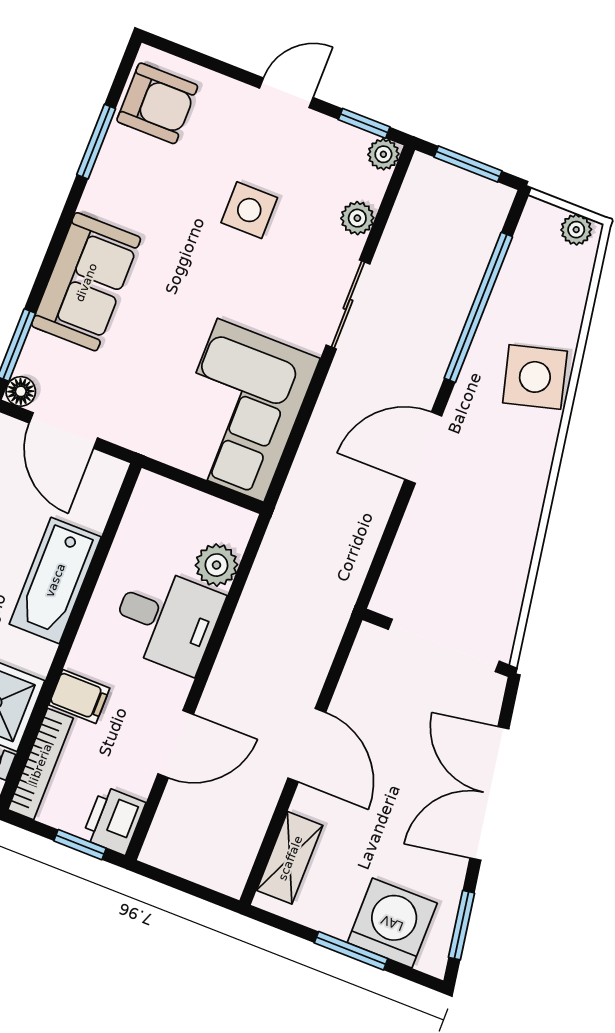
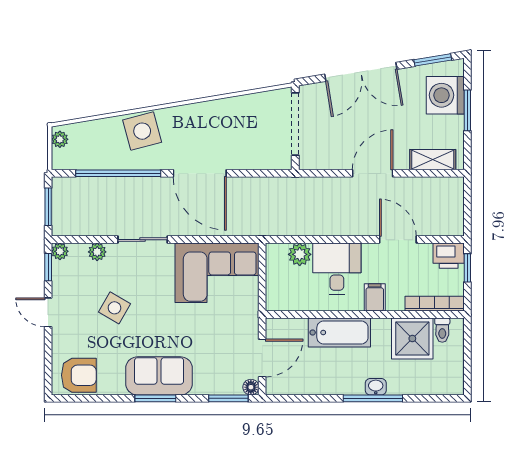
armchair: (157, 103) -> (79, 375), turned 90
window: (96, 142) -> (155, 398), moved
side table: (249, 210) -> (114, 308), turned 30
sofa: (86, 282) -> (159, 376), moved
door: (423, 448) -> (200, 173), width x1.36
filing cabinet: (79, 697) -> (375, 297), moved

